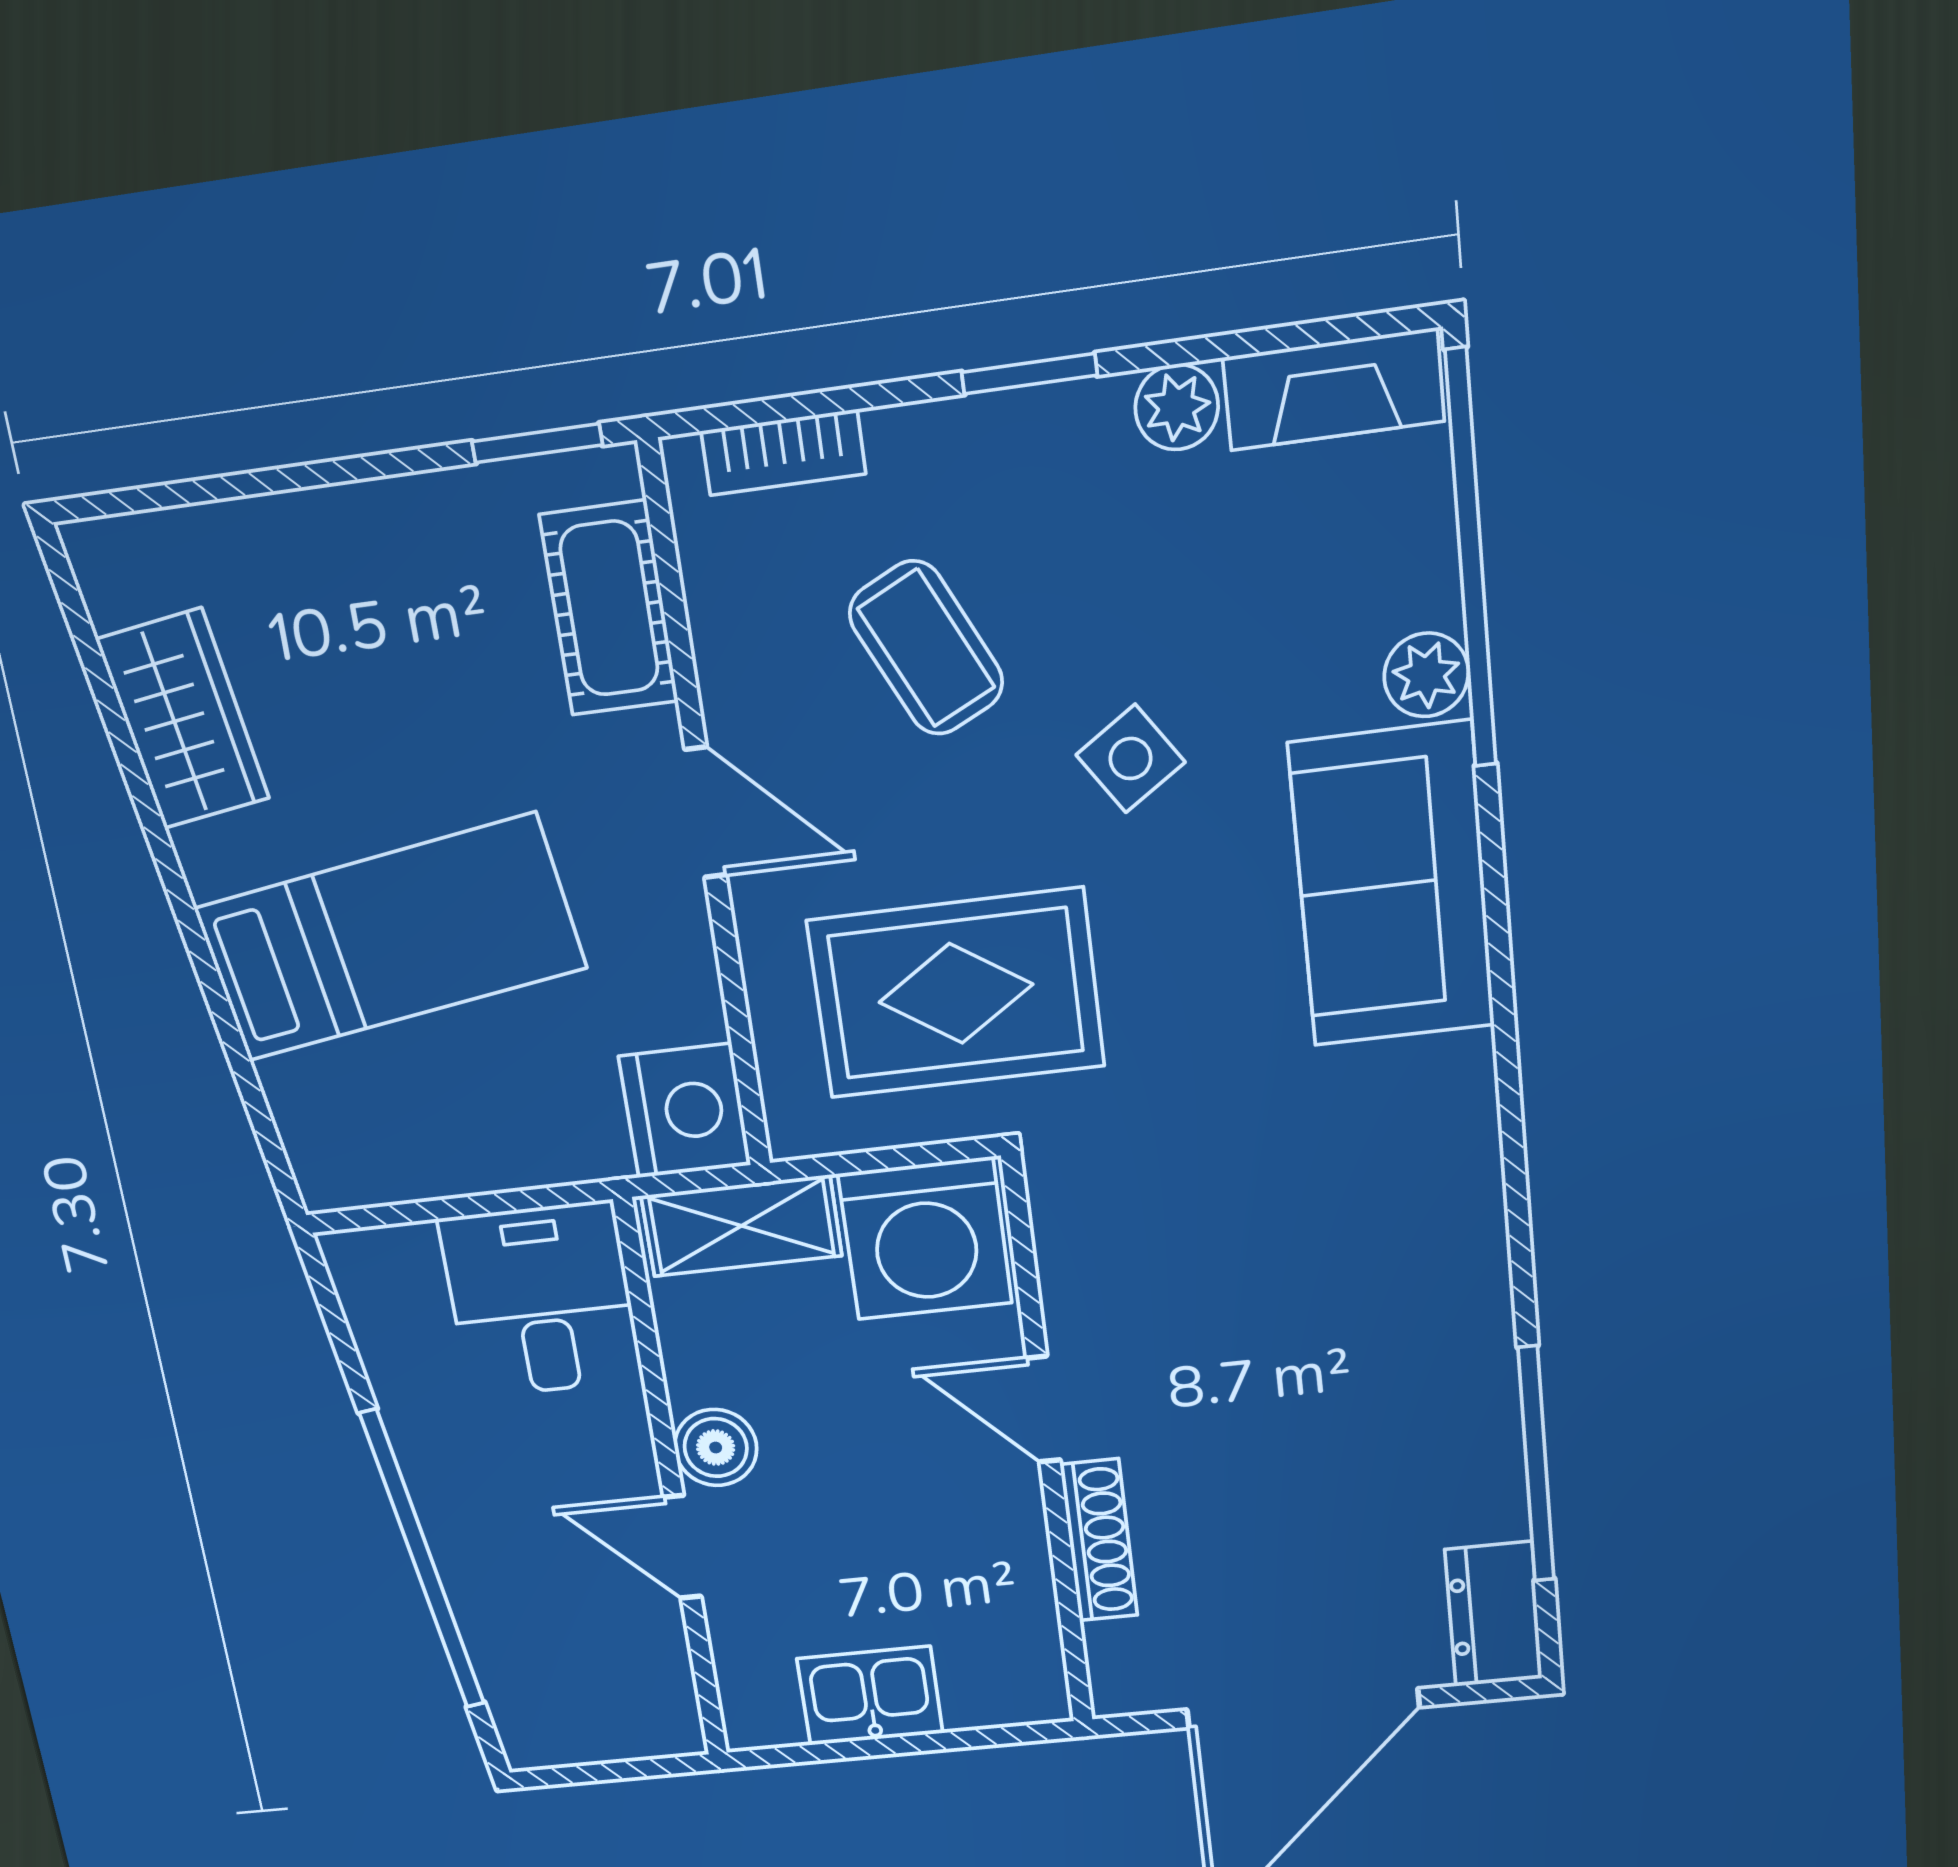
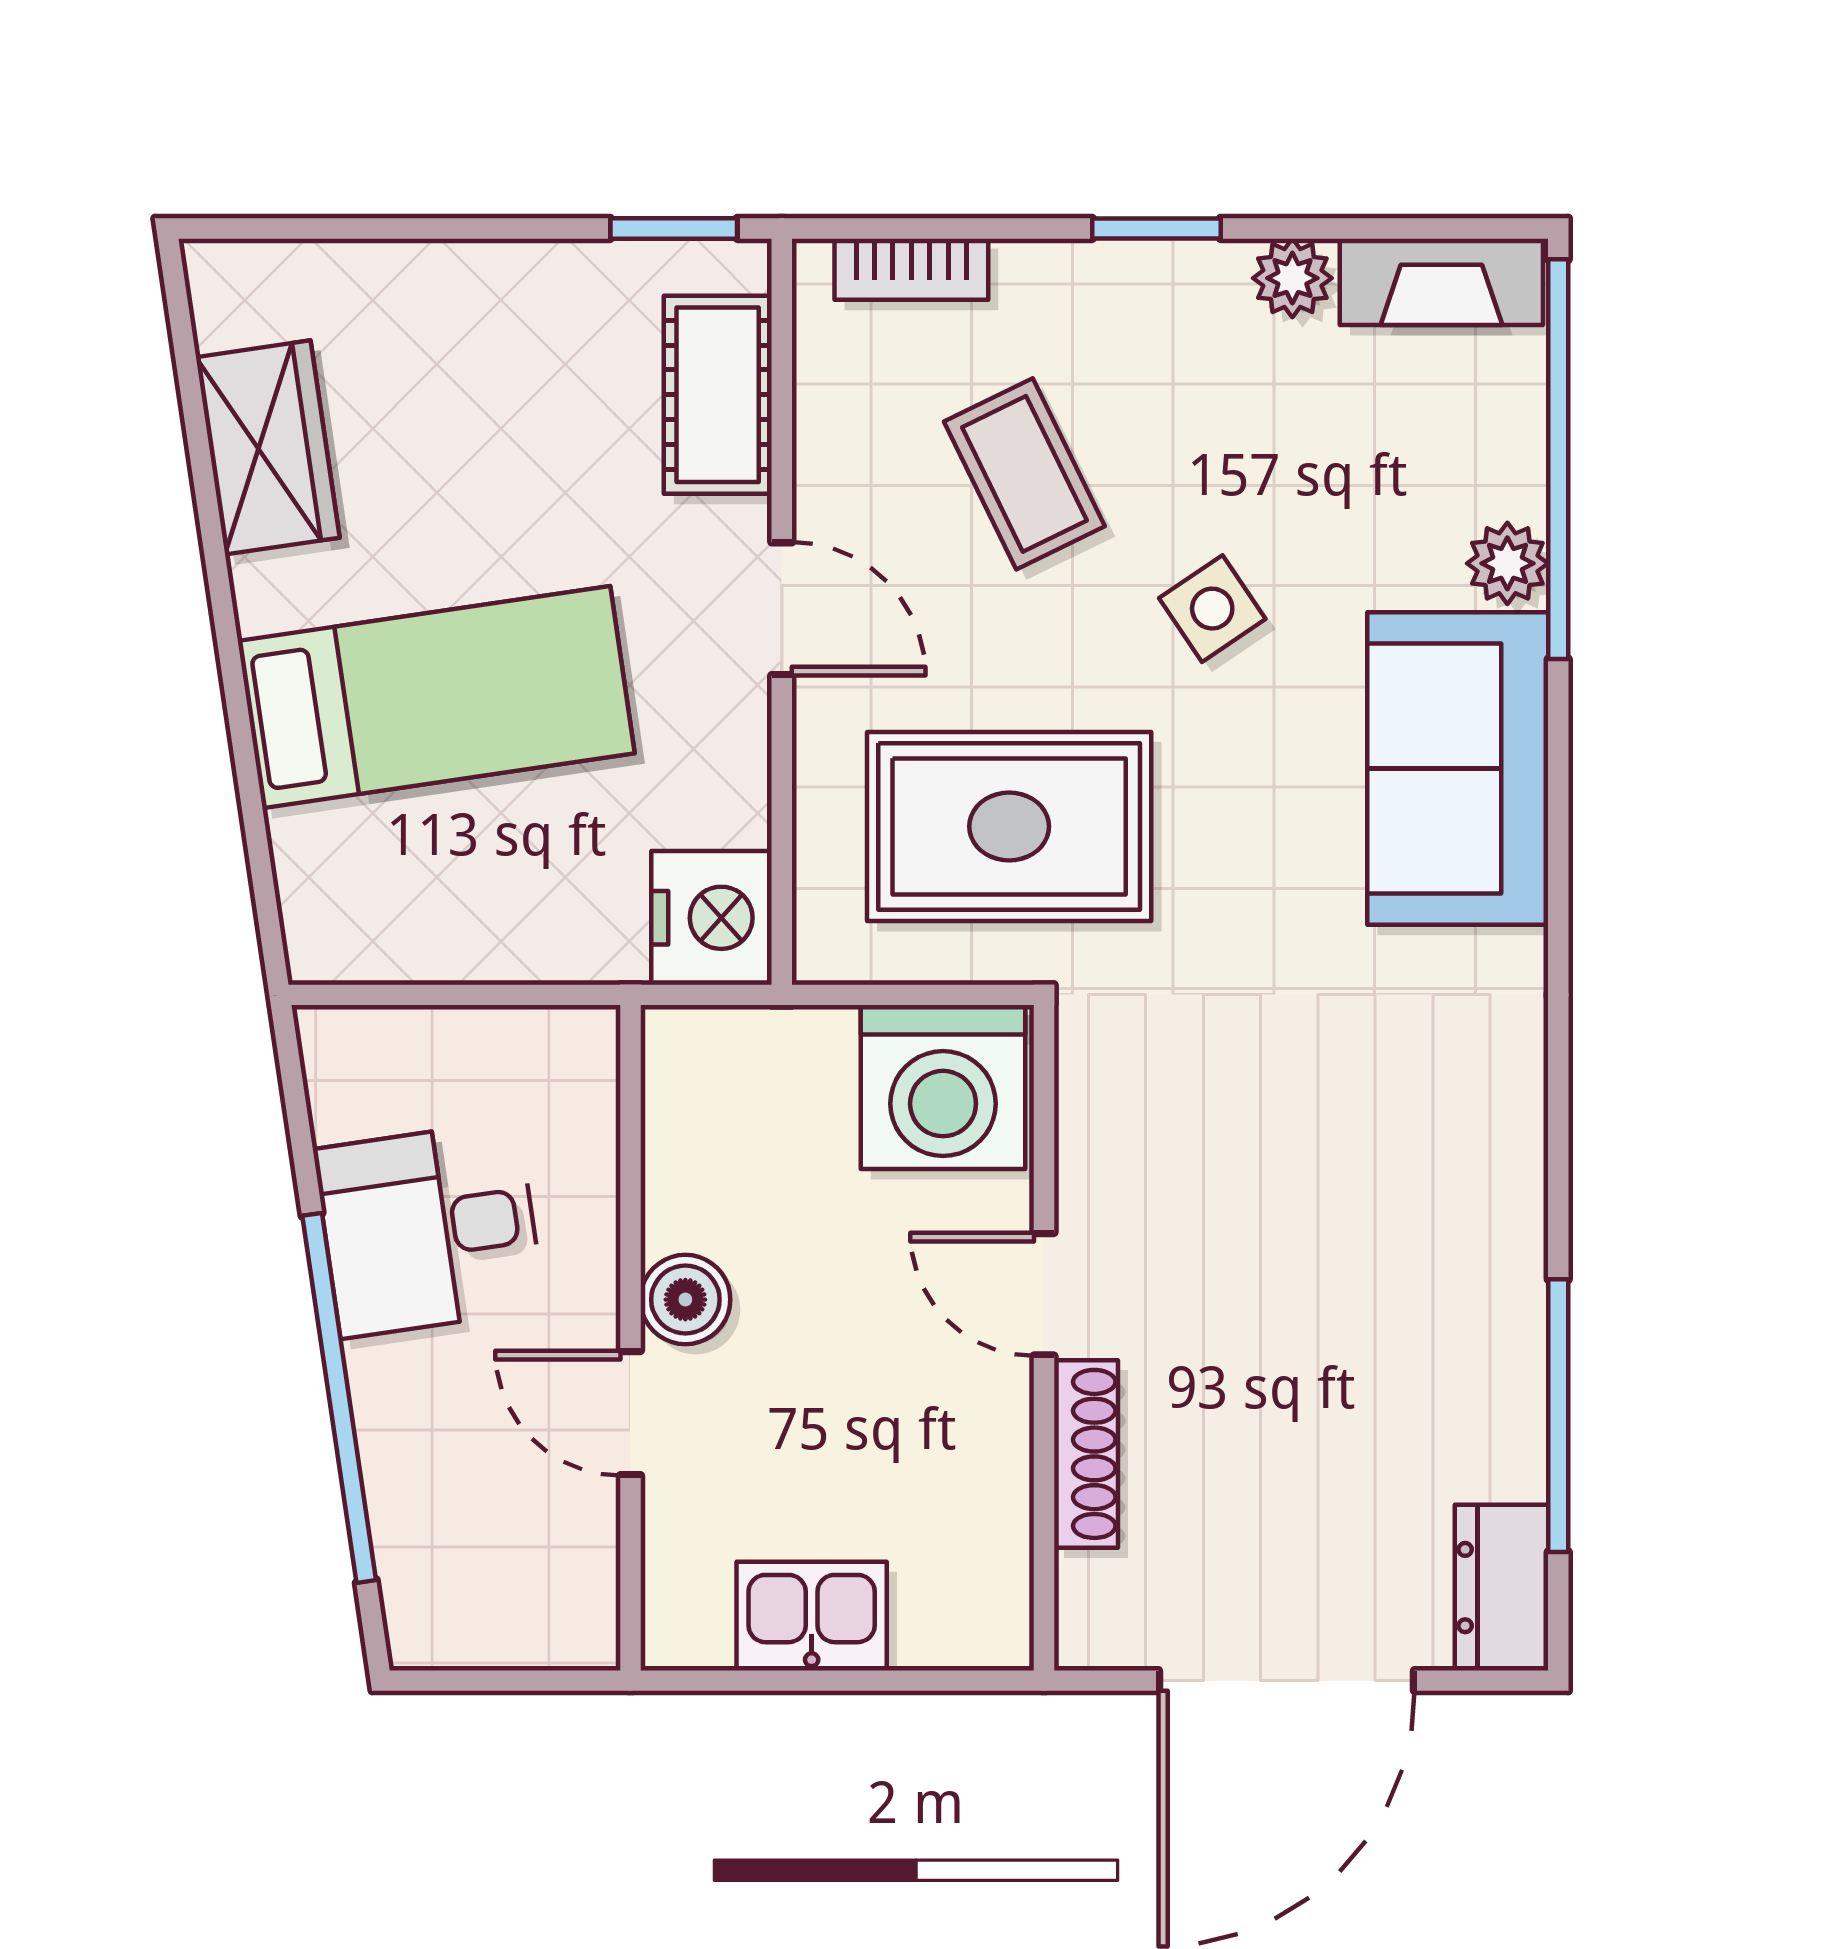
shelving: (742, 1226) -> (752, 1050), removed
desk: (541, 1300) -> (429, 1229), moved, turned -98

